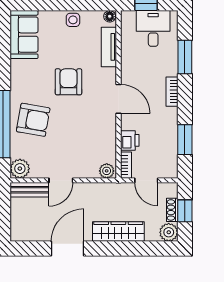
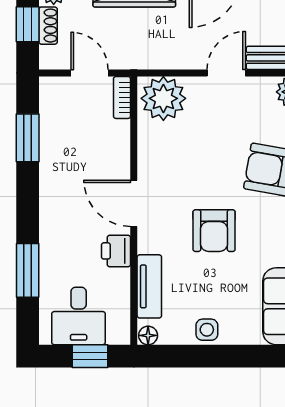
bookcase: (172, 92) -> (48, 215), removed
printer: (130, 140) -> (116, 251), moved
plant: (107, 171) -> (163, 98), width x1.87, depth x1.87

